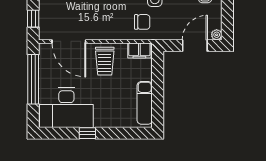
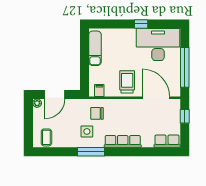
filing cabinet: (139, 50) -> (99, 90), width x0.50

